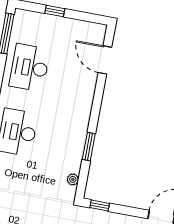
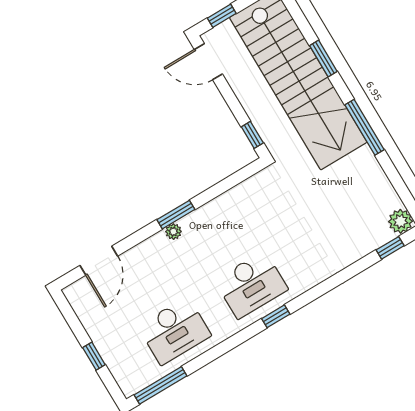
window: (89, 146) -> (176, 215), moved
plant: (73, 179) -> (173, 232), moved

